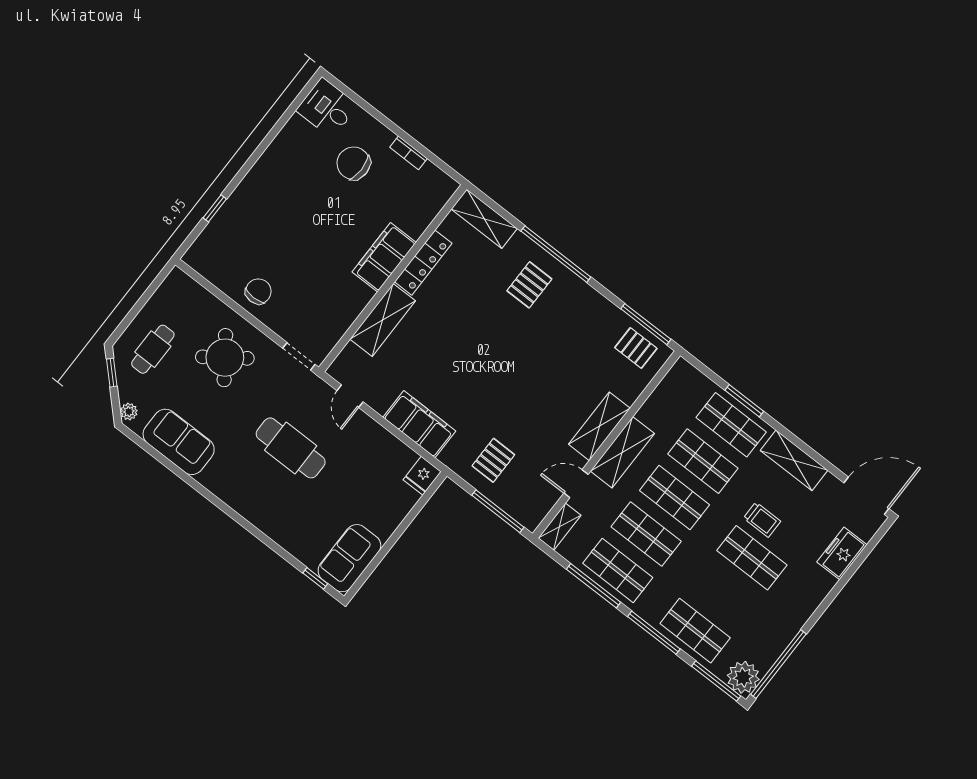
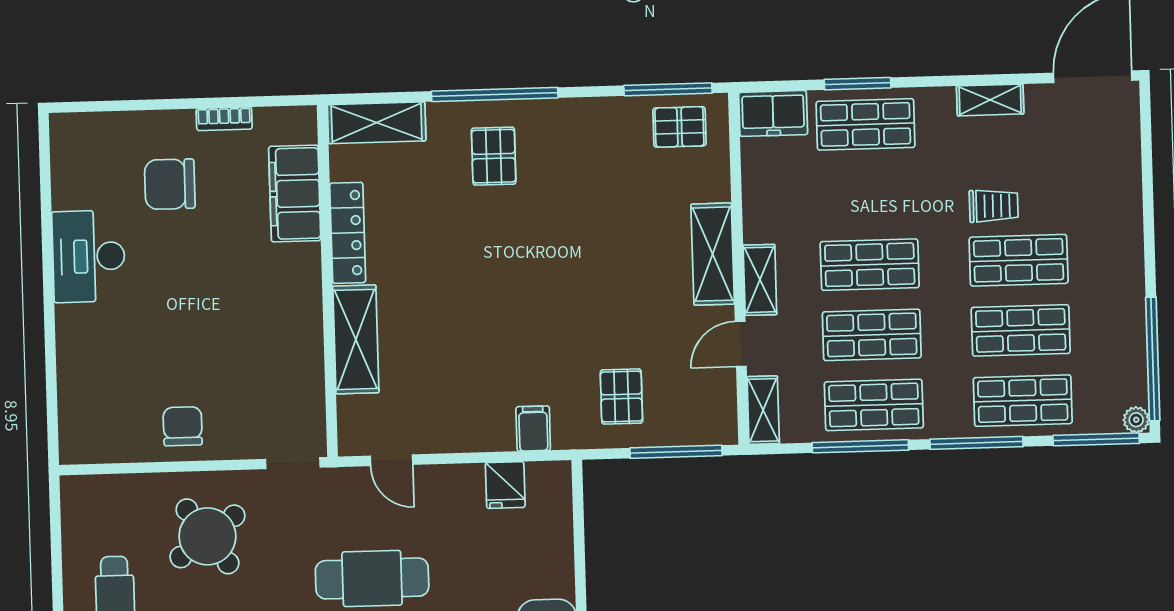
desk: (327, 108) -> (89, 256), moved, width x1.37
window: (215, 208) -> (51, 371), removed
filing cabinet: (384, 257) -> (295, 194), moved
filing cabinet: (419, 424) -> (533, 429), width x0.33, depth x0.86
shelving: (622, 452) -> (760, 280), width x0.67, depth x0.75
shelving: (794, 460) -> (990, 100), width x0.67, depth x0.75
shop shelf: (703, 461) -> (1021, 330), moved
fridge: (422, 476) -> (505, 485), moved
freezer: (842, 553) -> (773, 113), moved, turned -90
plant: (743, 677) -> (1136, 420), width x0.53, depth x0.53

